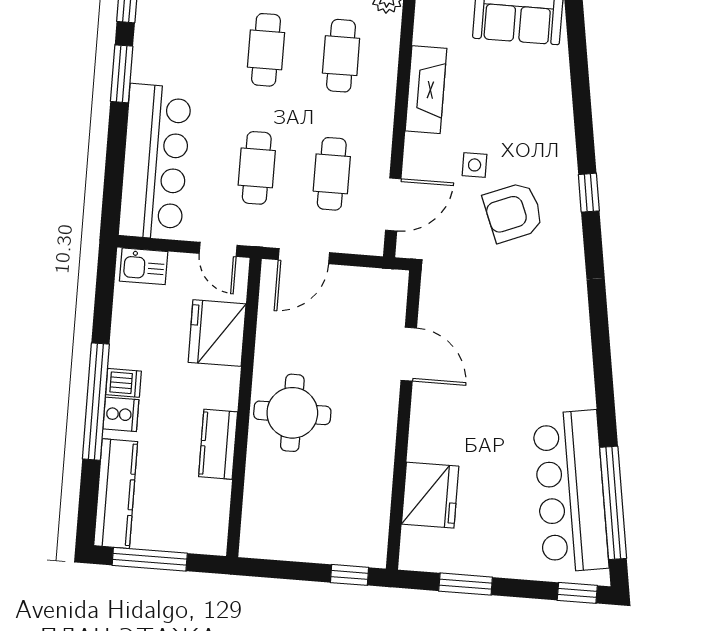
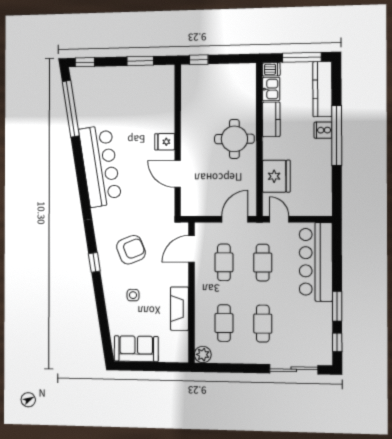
side table: (475, 165) -> (133, 295), moved
kitchen sink: (144, 266) -> (271, 89), moved, turned 90
dishwasher: (123, 383) -> (271, 69), moved, turned 180
bar counter: (571, 491) -> (100, 166), moved
fridge: (430, 495) -> (165, 142), moved, width x0.53, depth x0.75

